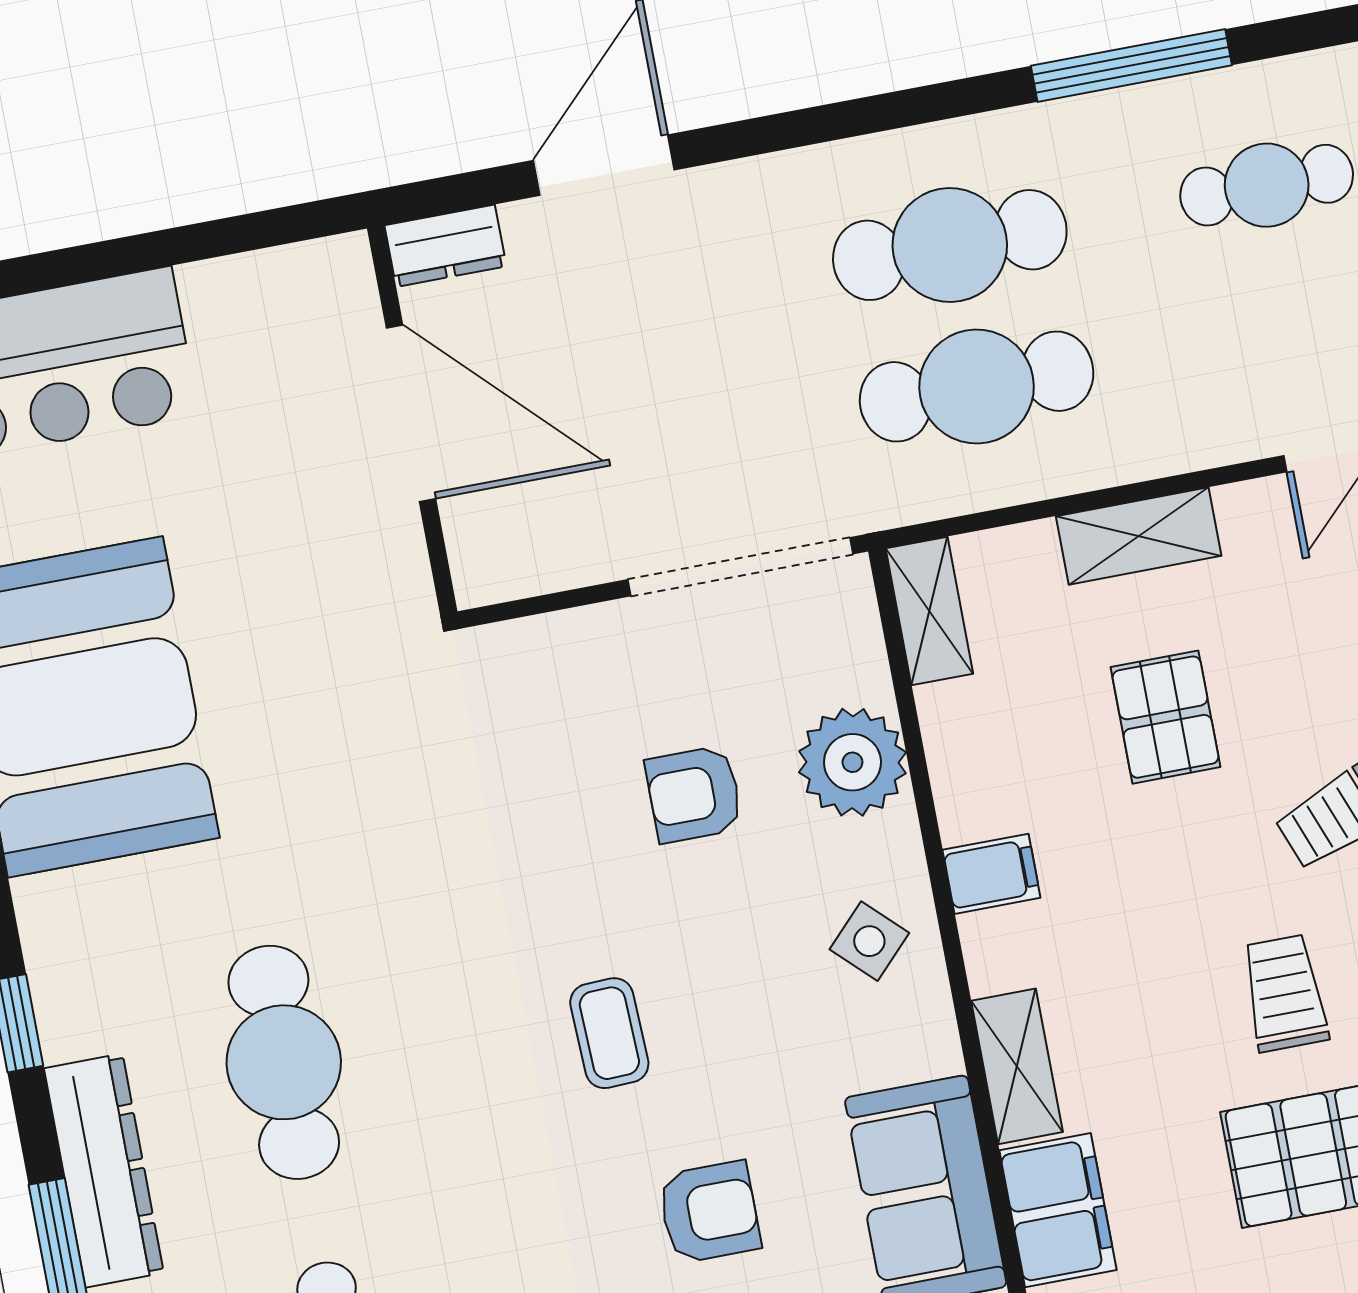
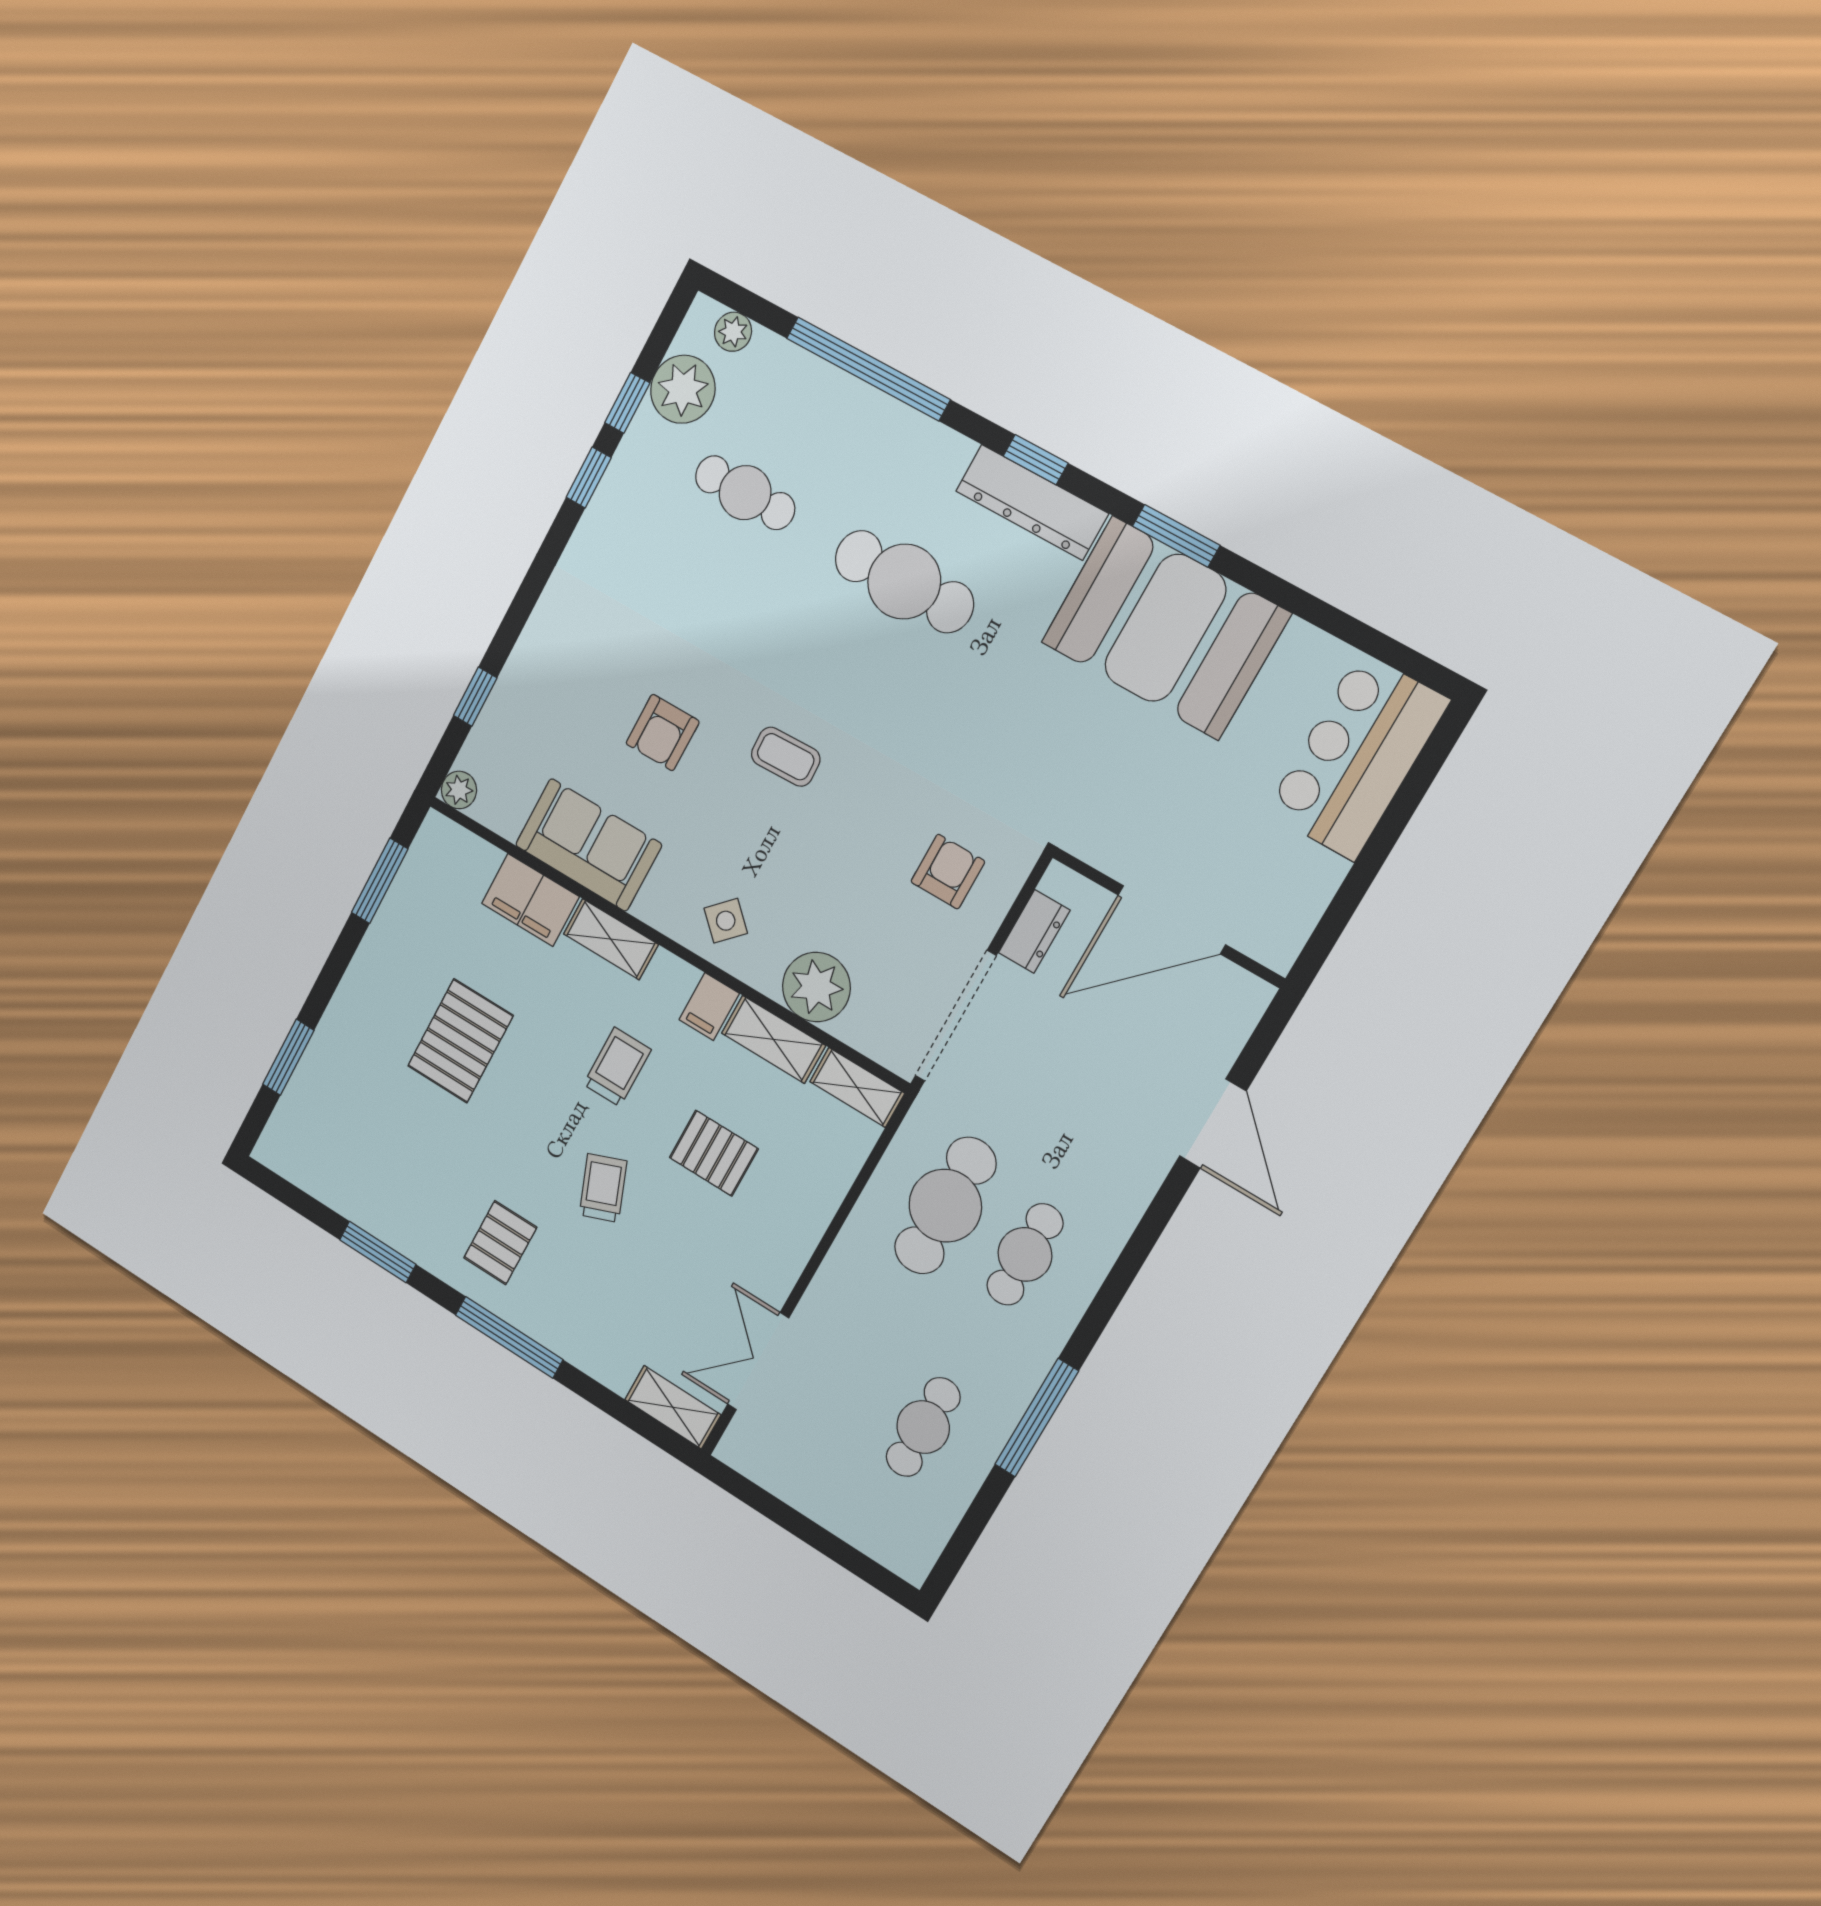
cafe table: (950, 245) -> (1025, 1254), width x0.73, depth x0.74
dresser: (445, 246) -> (1034, 931), moved, turned 180
shelving: (1139, 536) -> (773, 1039), moved, turned 90
armchair: (694, 794) -> (948, 872), moved
trolley: (1285, 993) -> (617, 1067), moved, turned -90
dresser: (104, 1171) -> (1032, 502), moved

